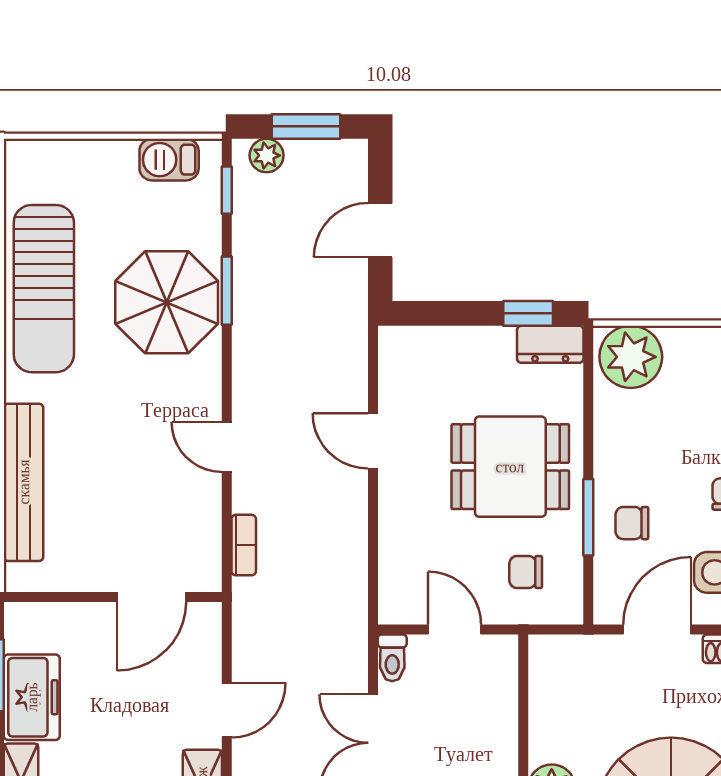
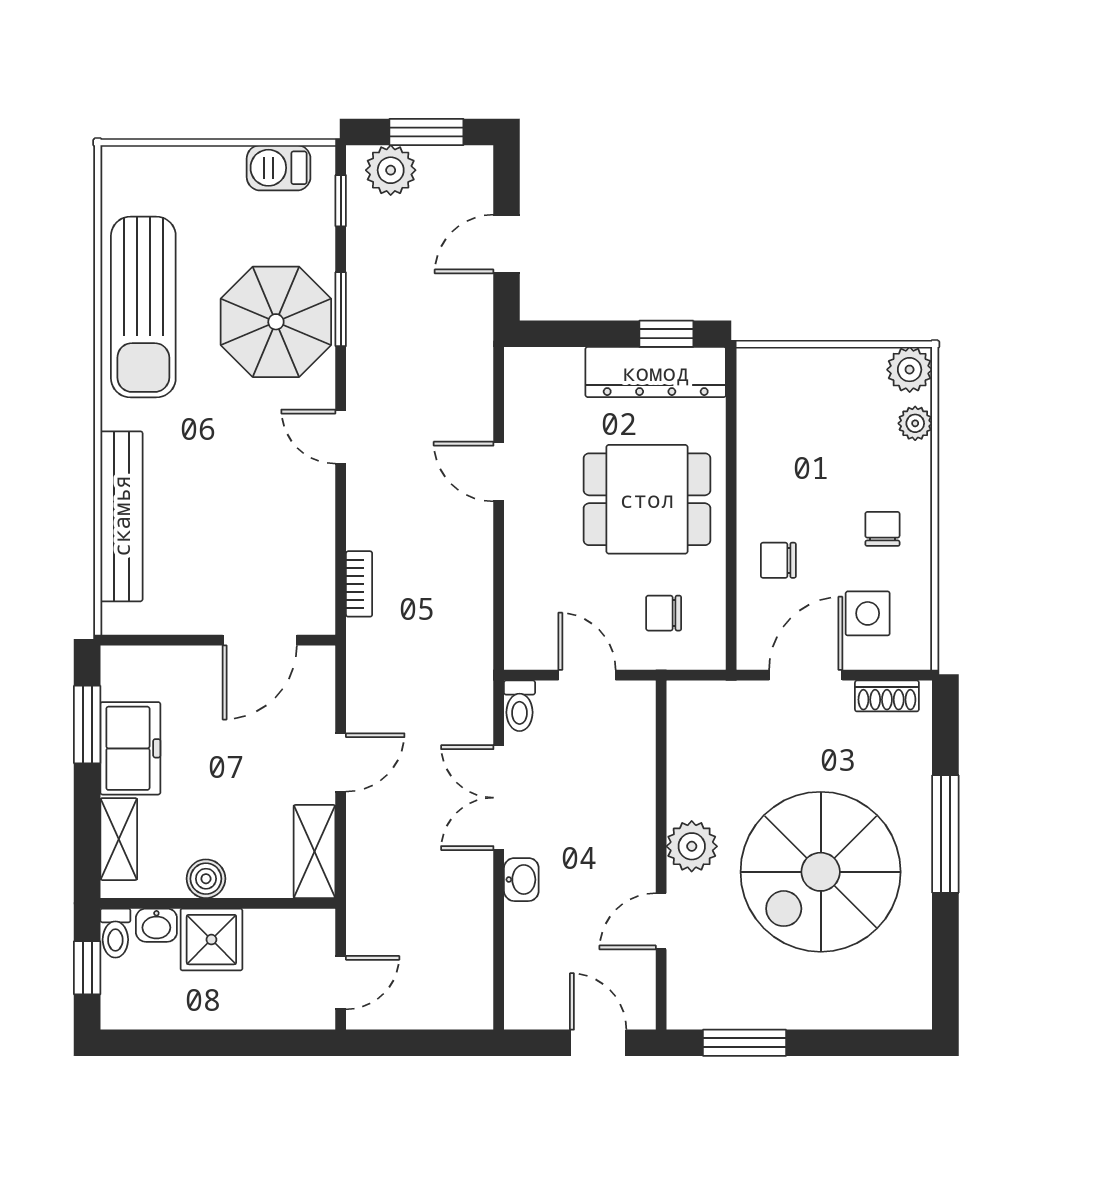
plant: (267, 155) -> (391, 170), width x1.38, depth x1.38
dresser: (550, 344) -> (656, 372), width x1.96, depth x1.24
plant: (631, 357) -> (777, 381), removed
door: (227, 447) -> (341, 437), moved
window: (588, 517) -> (731, 554), removed

